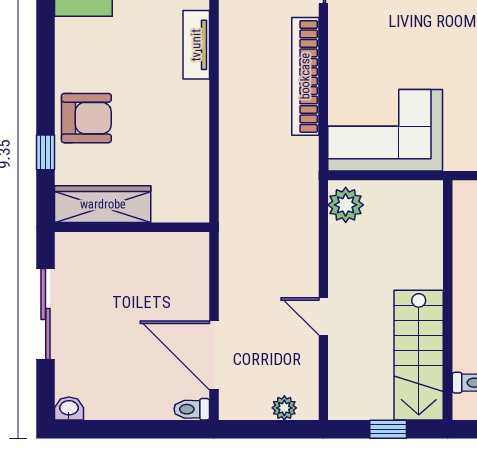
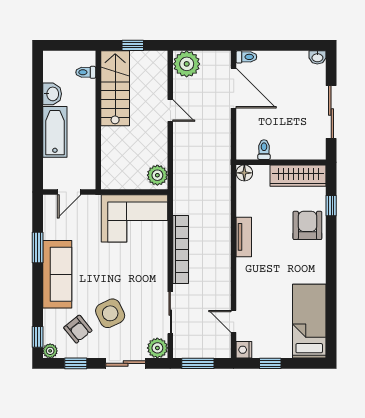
tv unit: (196, 45) -> (244, 237), moved
armchair: (86, 118) -> (307, 225), turned 90
floor lamp: (195, 209) -> (244, 173), added
toilet: (161, 249) -> (264, 150), added
plant: (284, 408) -> (187, 64), width x1.87, depth x1.87

